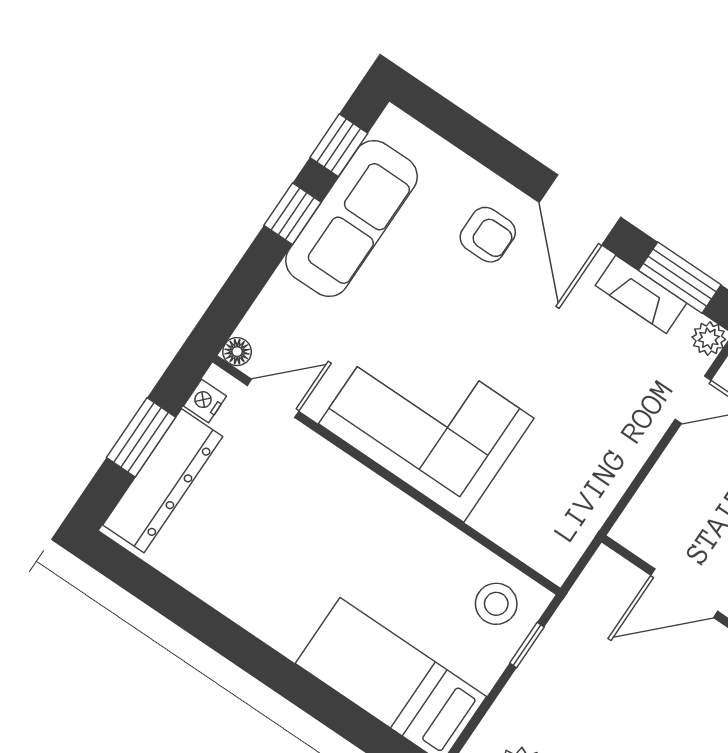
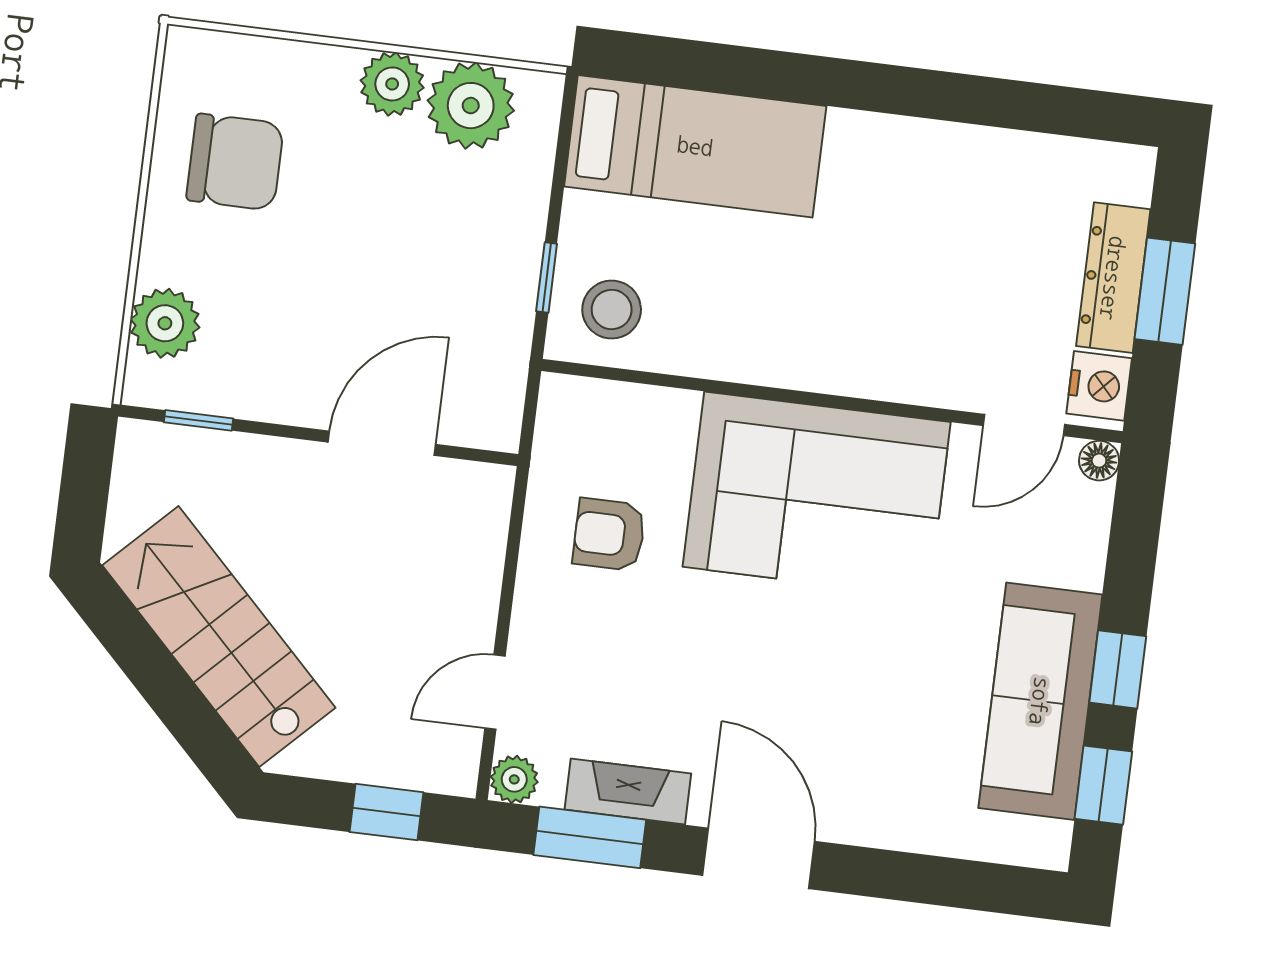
armchair: (488, 235) -> (609, 535), moved
nightstand: (205, 401) -> (1099, 386), width x1.39, depth x1.35
dresser: (163, 481) -> (1113, 278), width x0.73, depth x0.80

